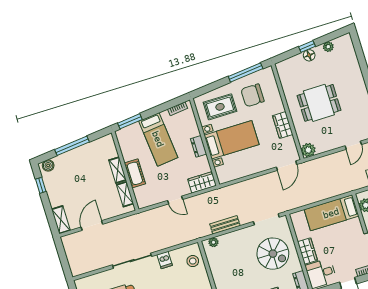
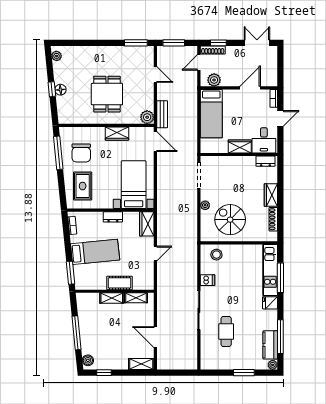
plant: (328, 47) -> (57, 56), moved
bed with nightstands: (232, 140) -> (134, 185), moved
bench: (225, 225) -> (162, 114), moved
plant: (213, 242) -> (205, 205), moved
spiral stairs: (273, 254) -> (230, 220), moved, turned -90

